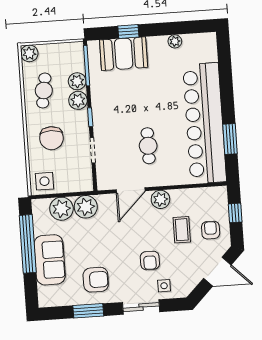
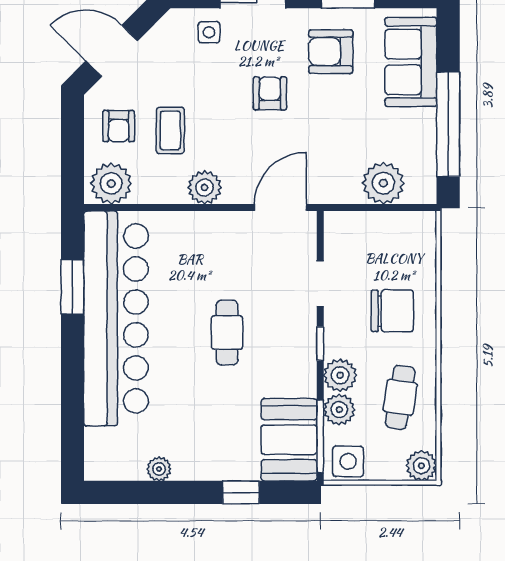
booth: (124, 54) -> (289, 440), moved, turned 90
chair: (51, 138) -> (392, 311), turned 90
cafe table: (148, 146) -> (227, 333), moved
side table: (44, 181) -> (348, 461), moved
door: (131, 190) -> (281, 207), moved
plant: (86, 207) -> (111, 183), moved
window: (235, 213) -> (72, 154), removed
sofa: (50, 260) -> (411, 62), moved
armchair: (150, 260) -> (270, 93), moved

